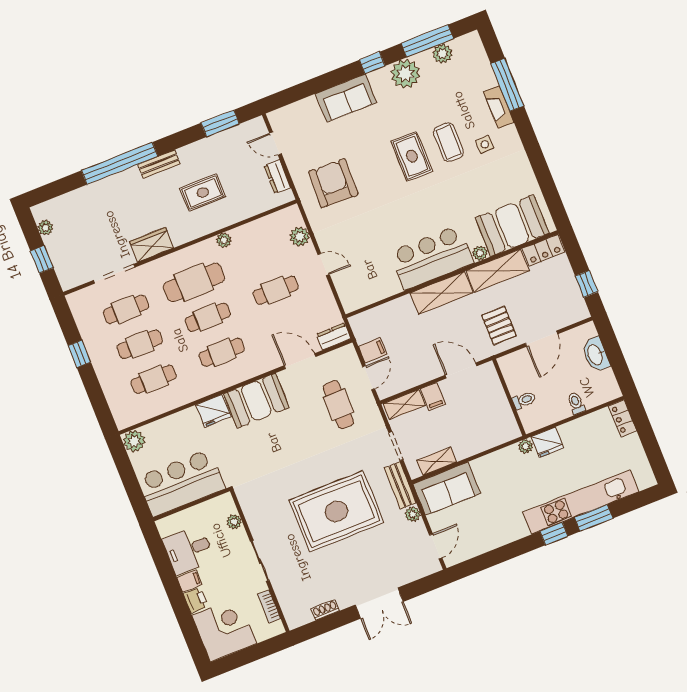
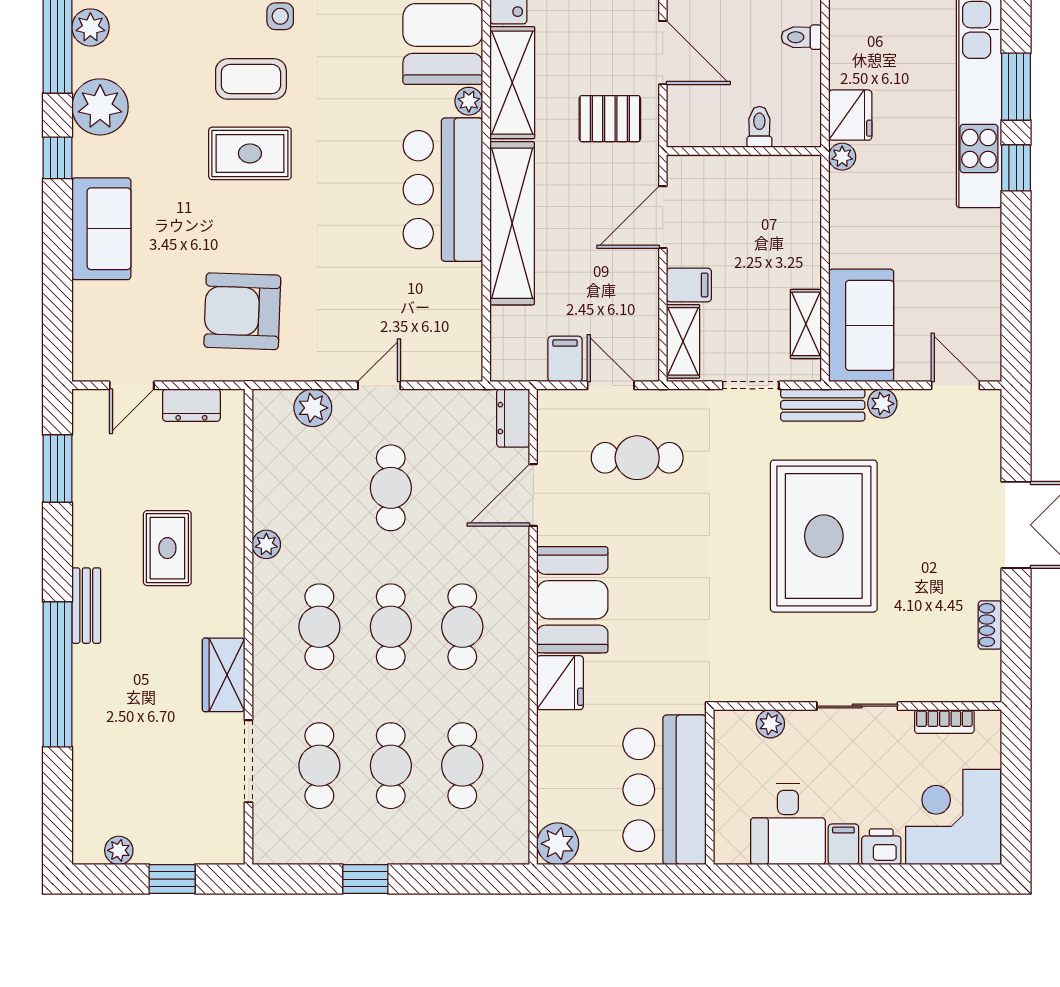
cafe table: (194, 282) -> (319, 627), width x0.73, depth x0.74
shelving: (441, 293) -> (512, 223), width x1.47

